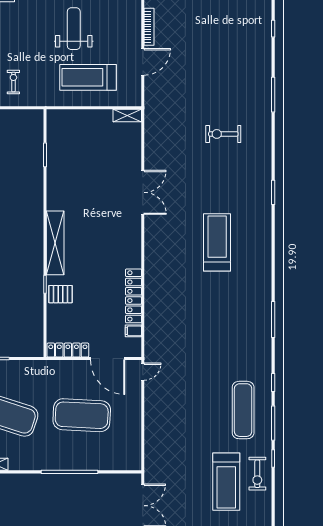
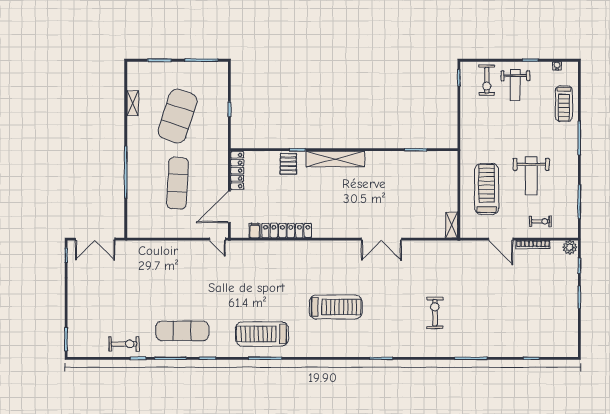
weight bench: (74, 29) -> (531, 176), turned 90
exercise bike: (13, 82) -> (541, 221), moved
exercise mat: (82, 415) -> (178, 183), width x0.68
exercise bike: (257, 474) -> (124, 344), turned 180
treadmill: (226, 482) -> (262, 334), moved

